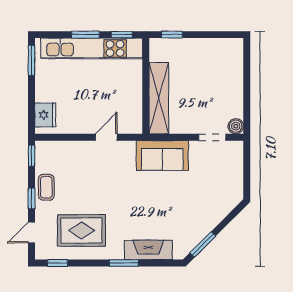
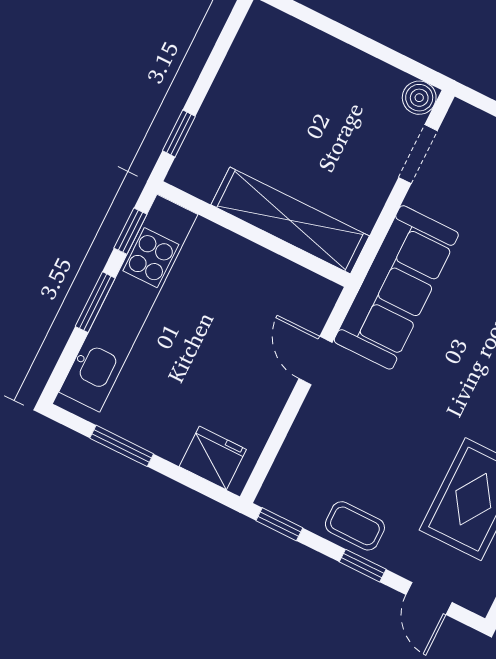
window: (32, 60) -> (122, 446), moved
sofa: (162, 156) -> (396, 287), width x1.36

